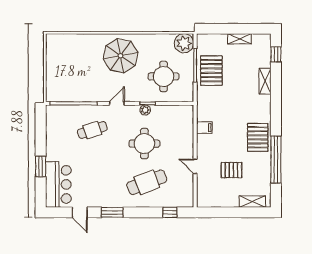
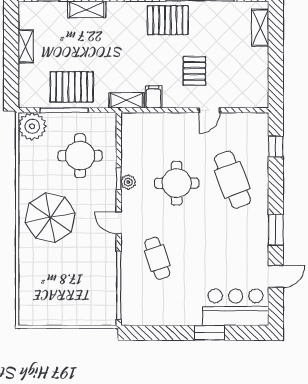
shelving: (202, 109) -> (127, 100), added
pallet: (231, 170) -> (194, 71), moved

